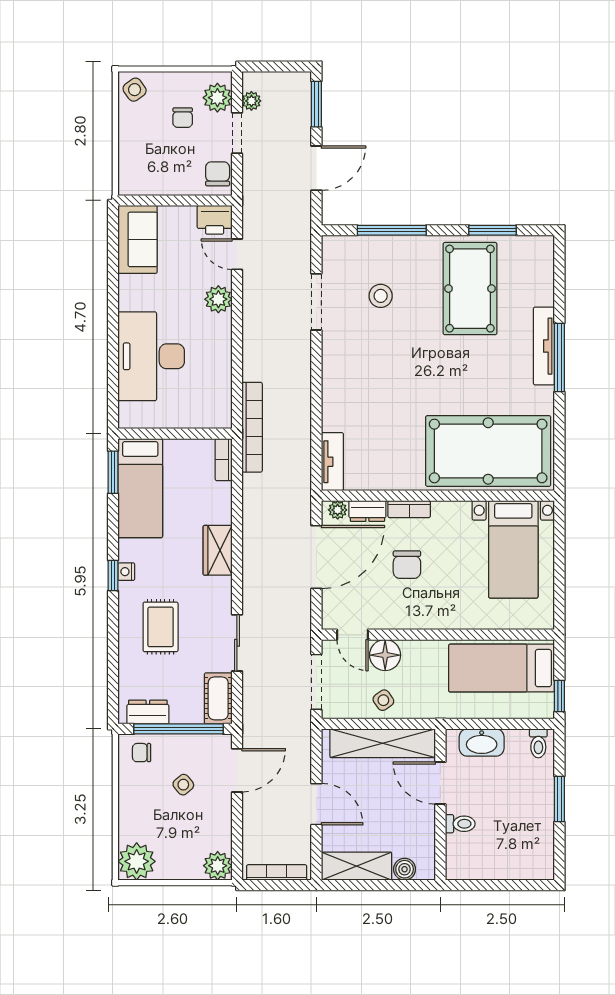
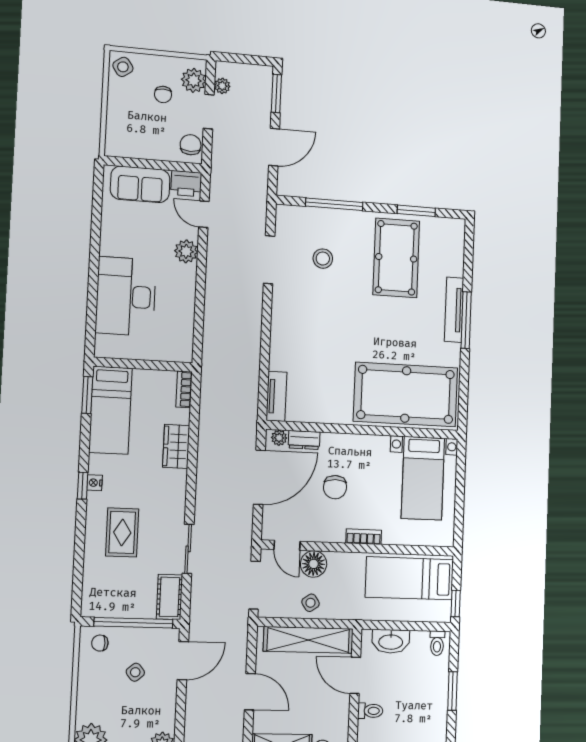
sofa: (138, 239) -> (140, 184), moved, turned 90
bookcase: (252, 427) -> (210, 363), removed
bookcase: (409, 509) -> (364, 537), moved, turned 180
wardrobe: (218, 550) -> (176, 446), moved
dresser: (148, 712) -> (107, 607), removed

